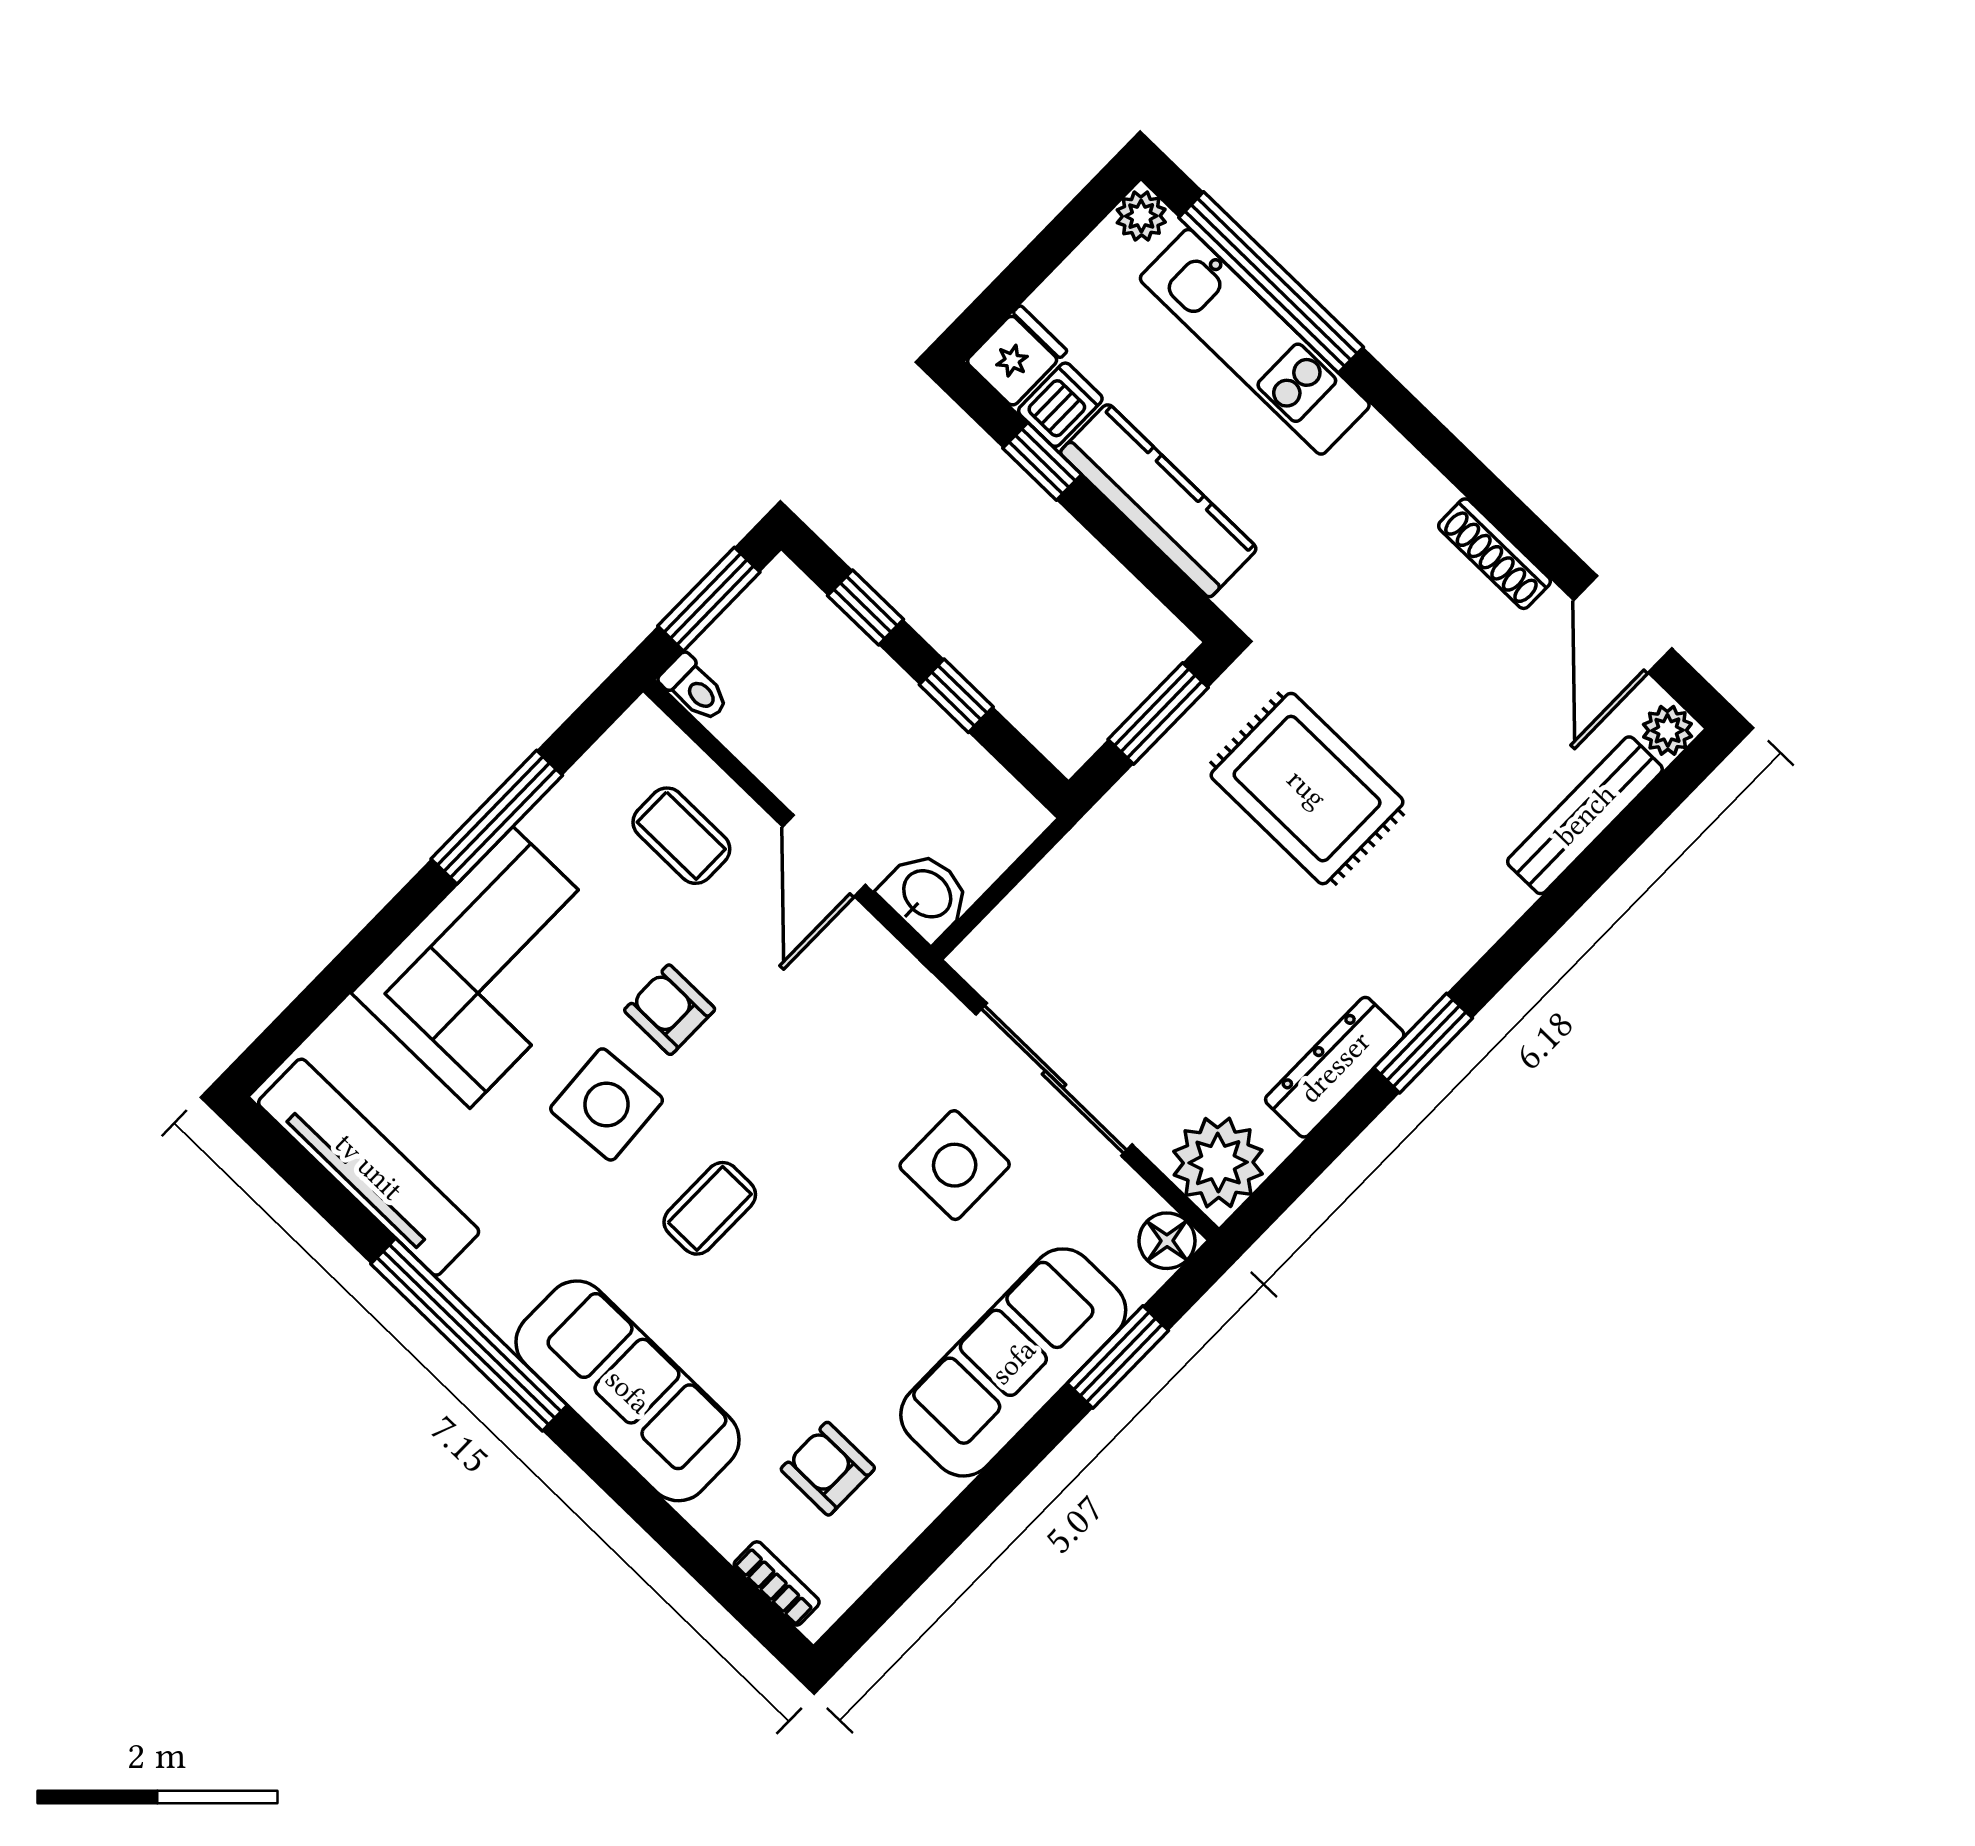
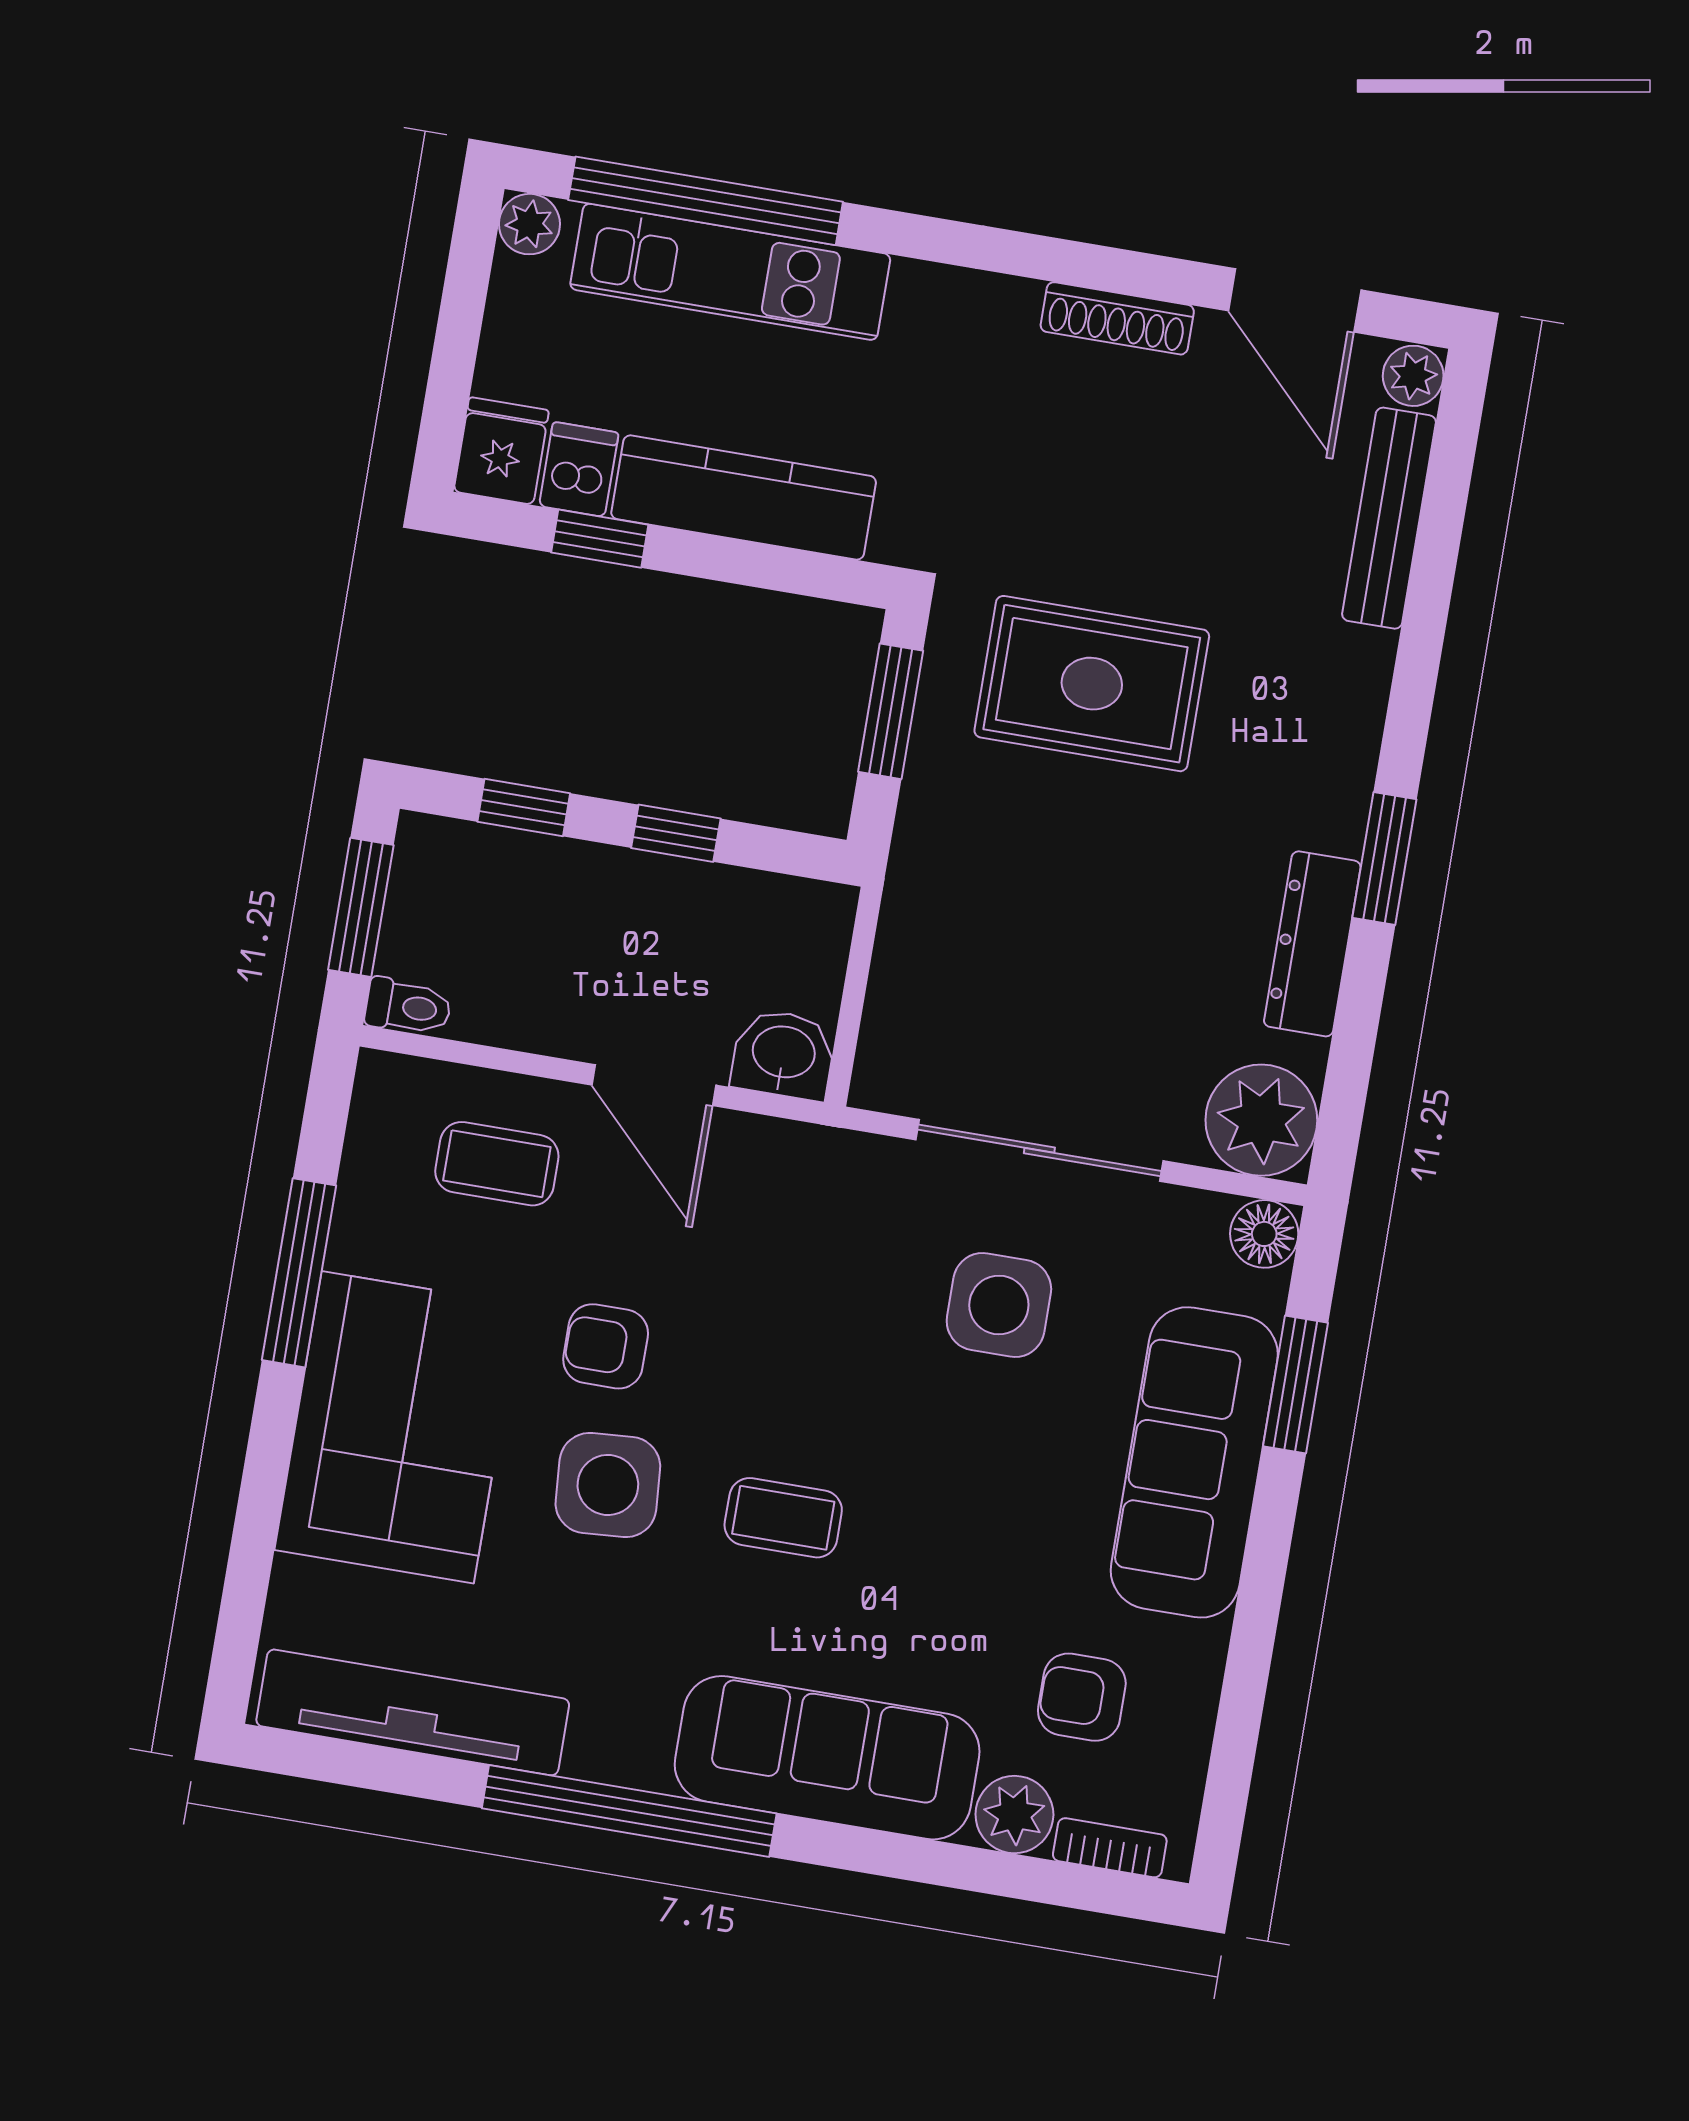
coffee table: (710, 1208) -> (783, 1518), turned 90
plant: (728, 1517) -> (1014, 1815), added

